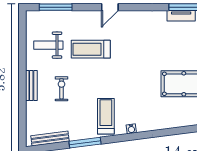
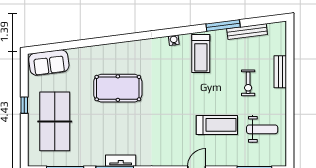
bench: (31, 85) -> (280, 72), moved
bench: (50, 139) -> (247, 32), moved

